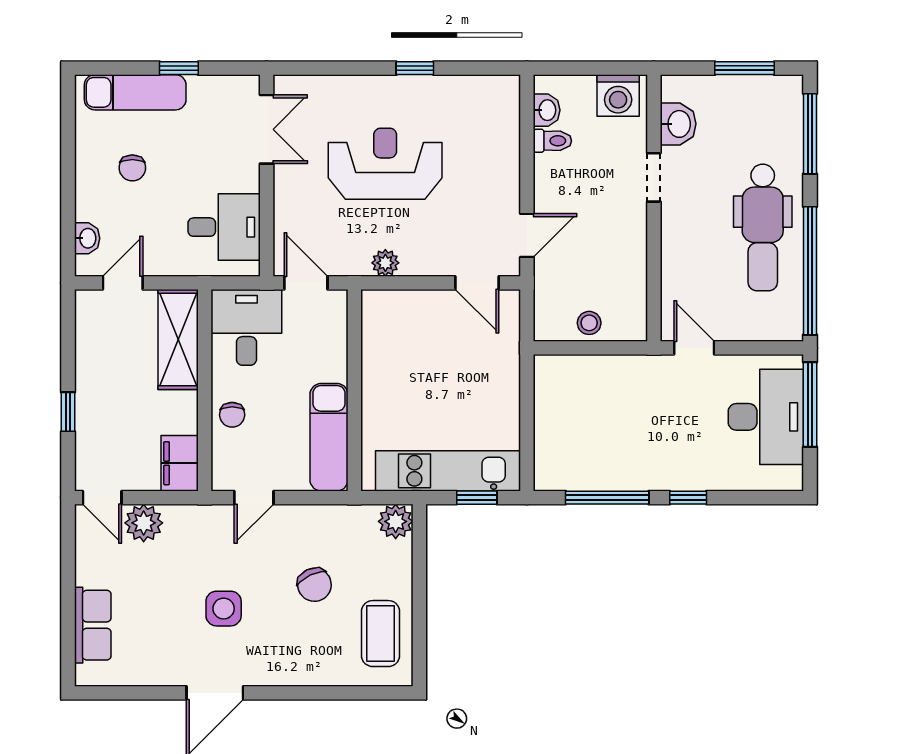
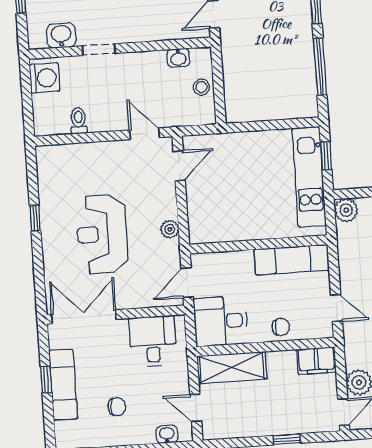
exam couch: (135, 92) -> (63, 385), moved
washbasin: (547, 110) -> (178, 58), moved, turned 180
double door: (267, 129) -> (84, 317), width x1.37

